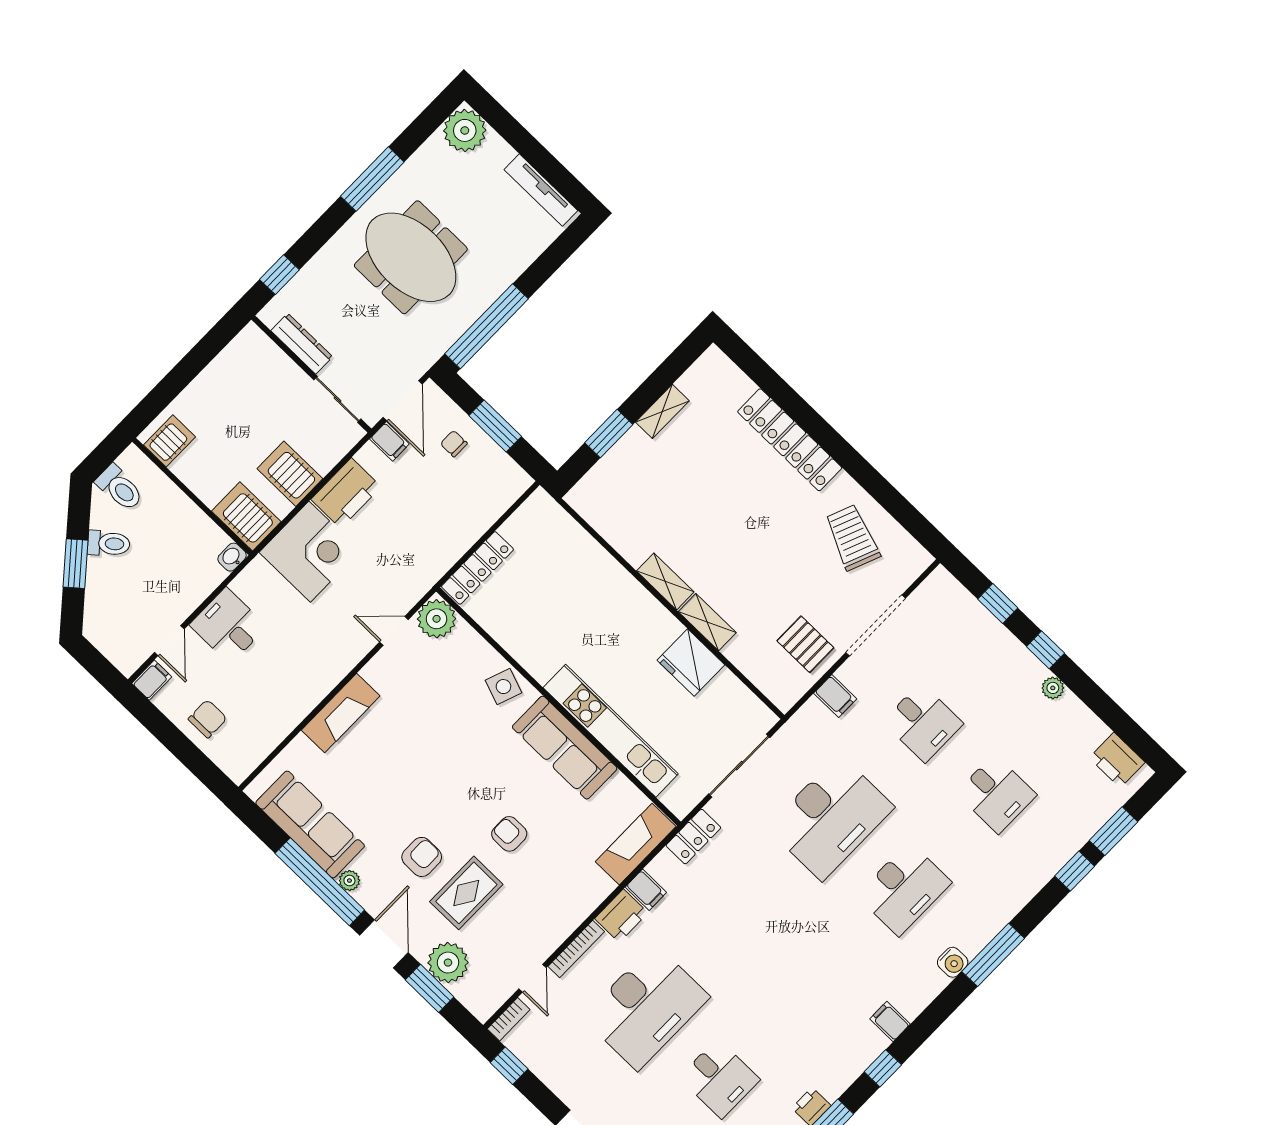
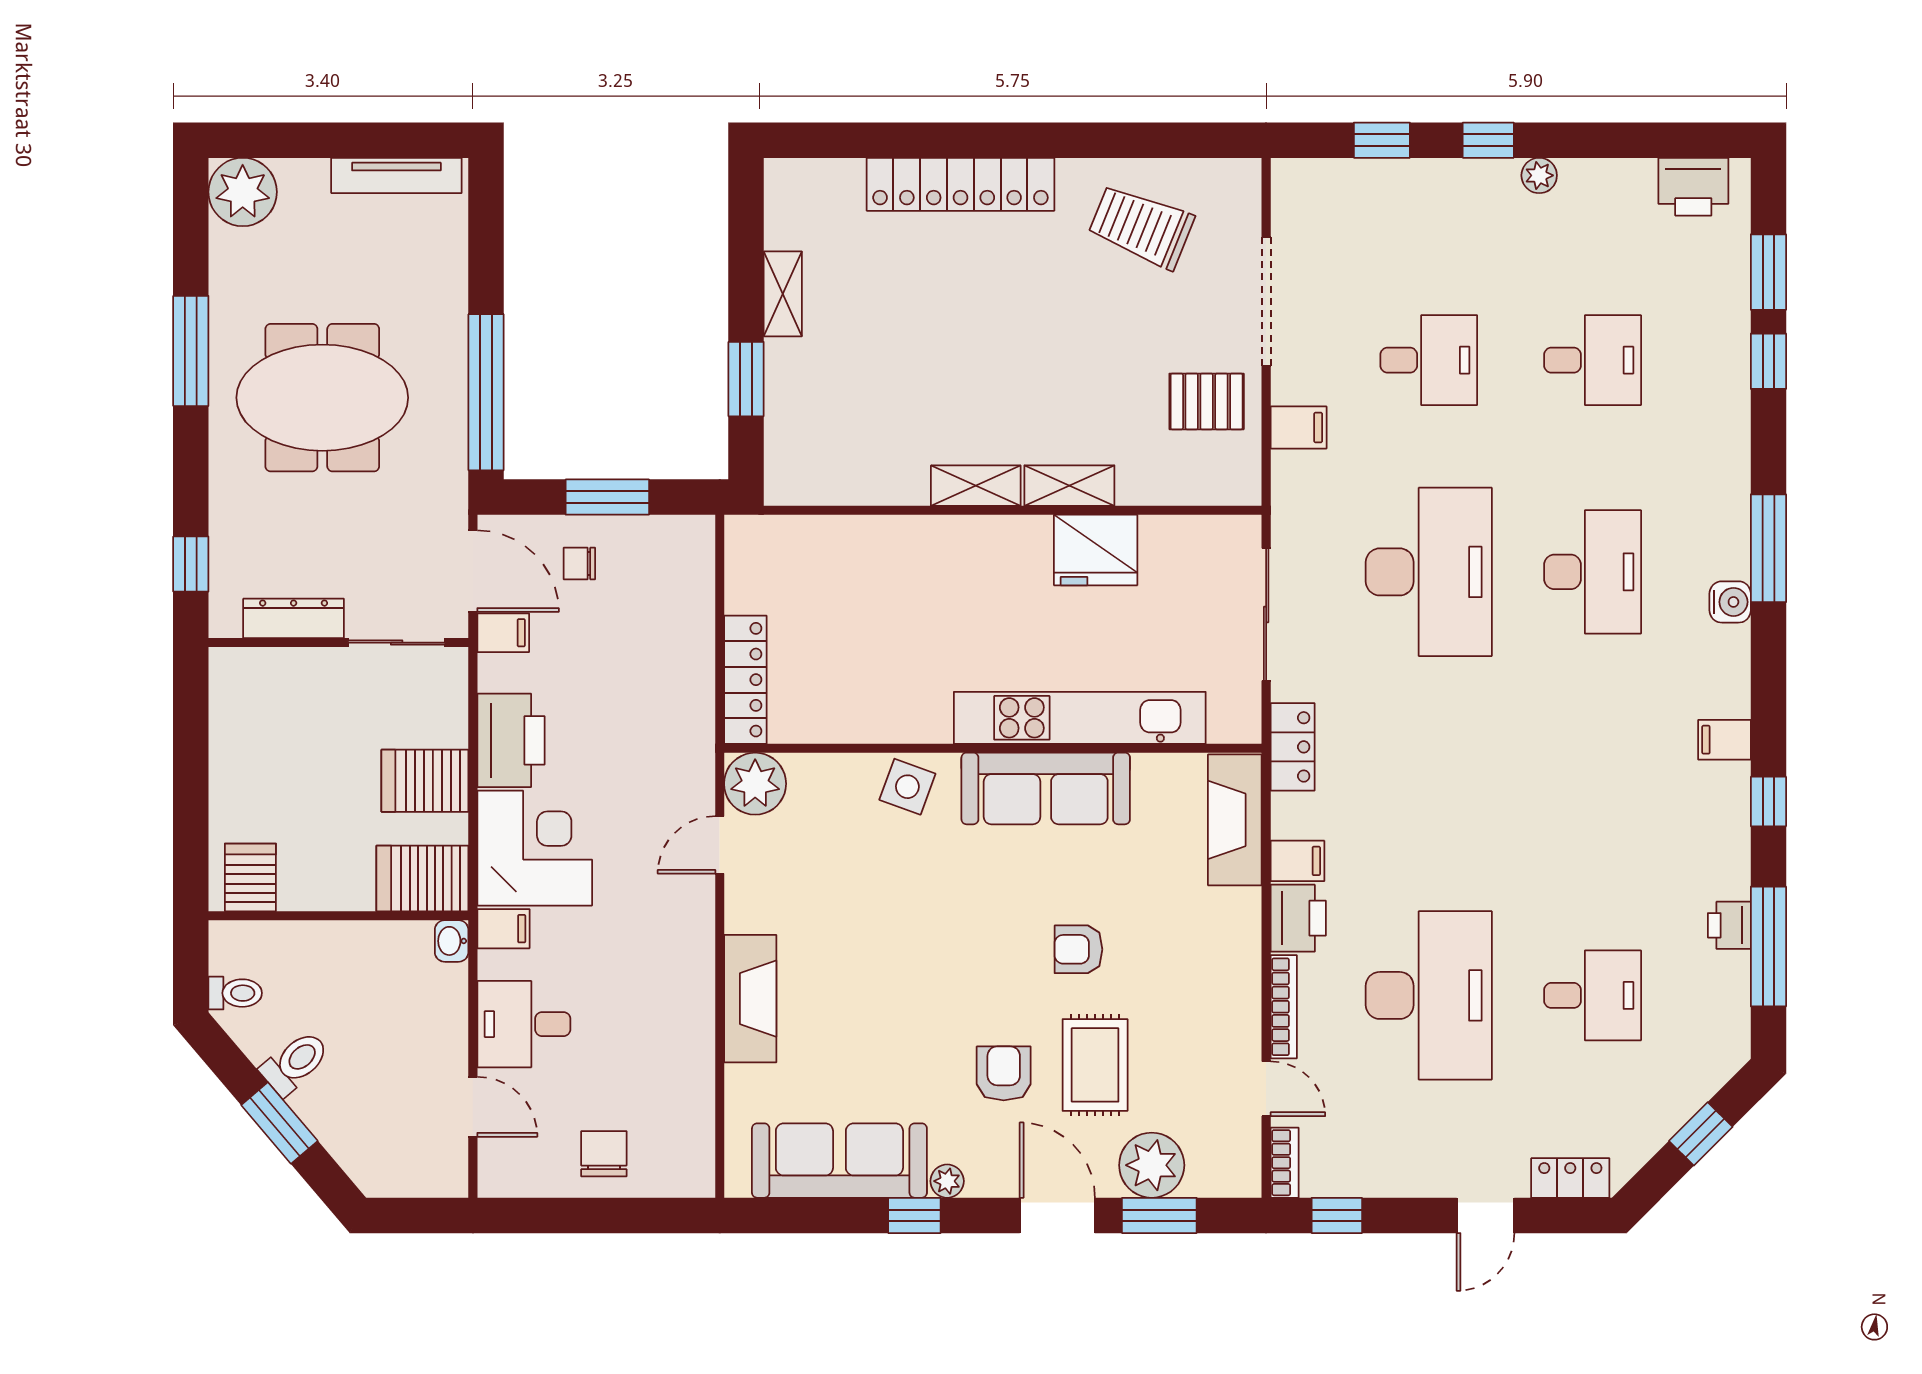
toilet: (120, 488) -> (235, 993), width x0.73, depth x0.72
filing cabinet: (152, 680) -> (503, 929), moved, turned 90
window: (320, 882) -> (914, 1215), width x0.32

